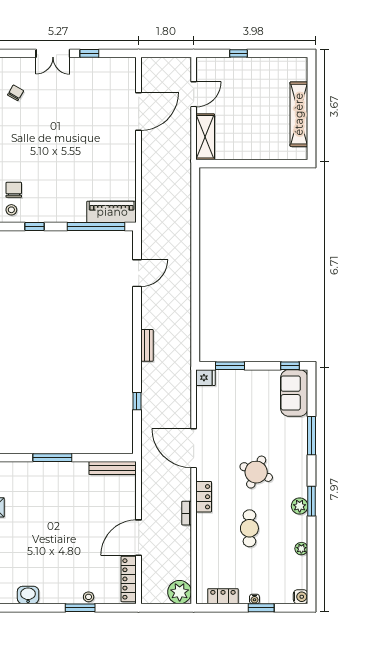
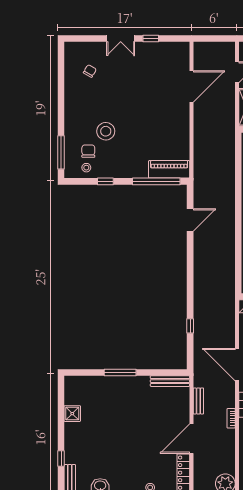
stool: (35, 166) -> (106, 131), added
bench: (147, 345) -> (198, 401), moved

